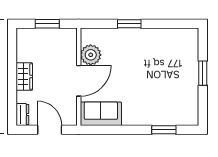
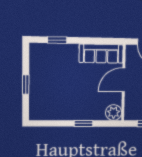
plant: (91, 55) -> (114, 113), moved
sofa: (101, 114) -> (101, 54), width x1.36

